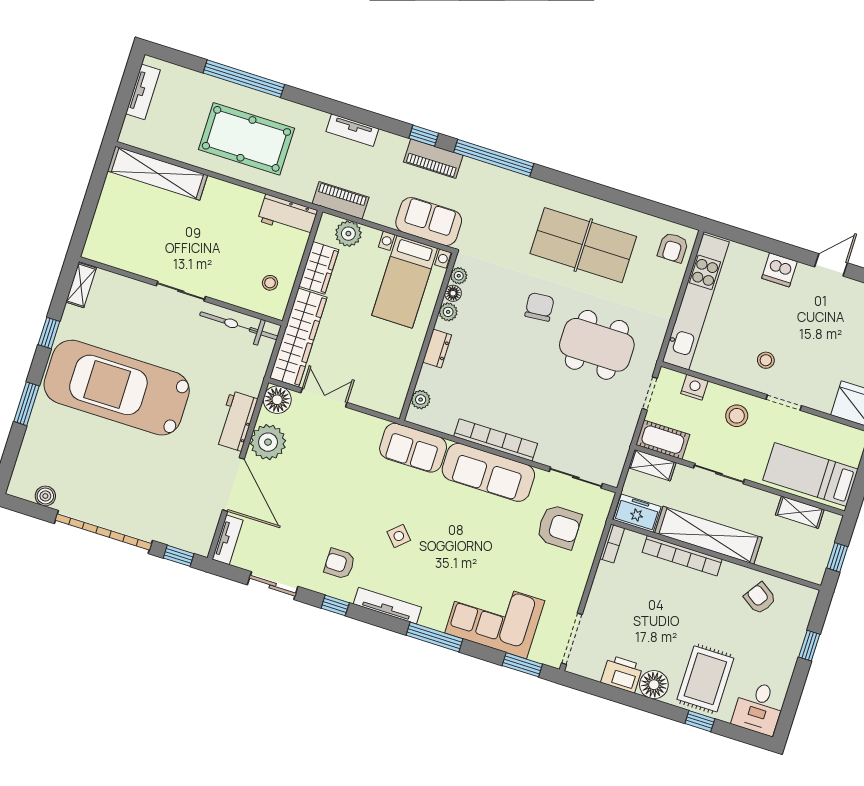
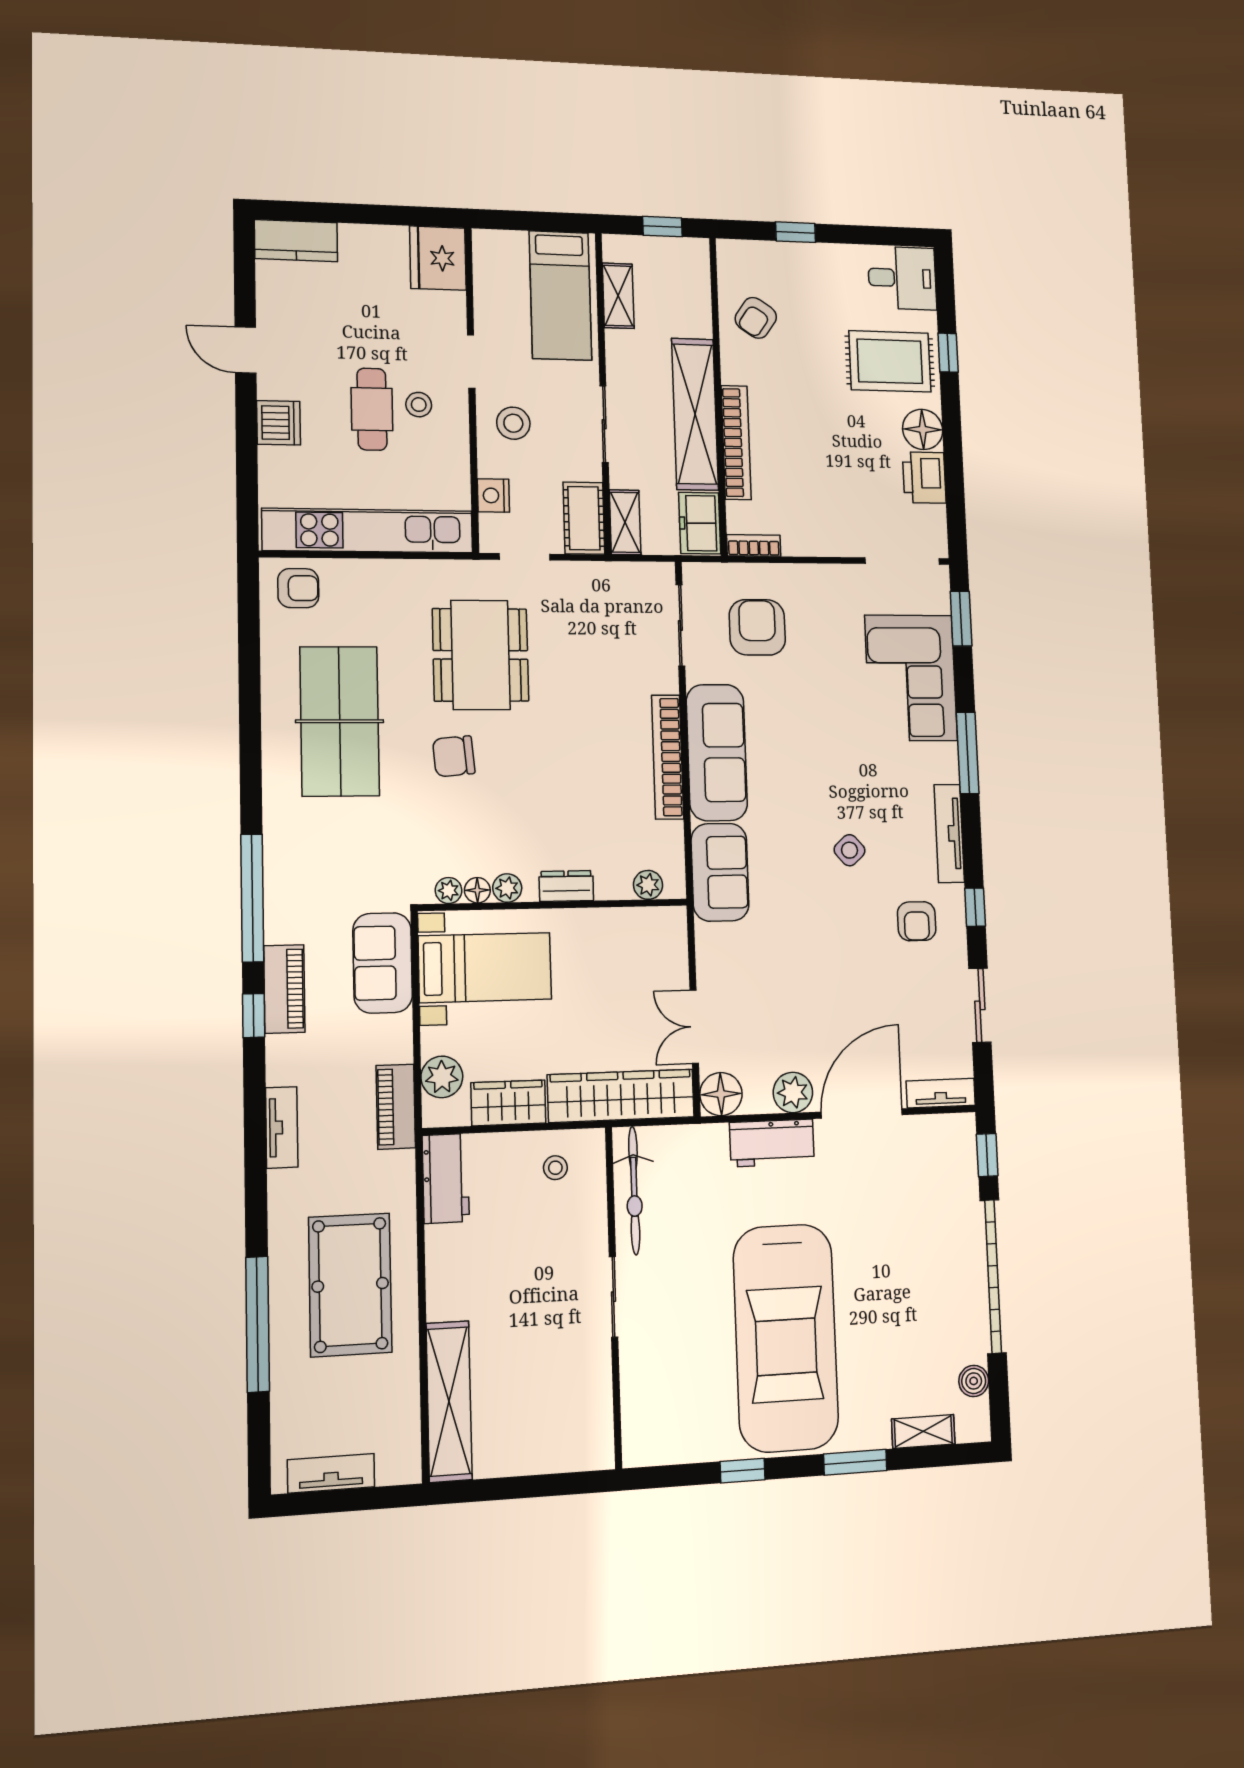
shelving: (81, 285) -> (923, 1431), moved
cafe table: (771, 330) -> (372, 409), added
plant: (268, 442) -> (793, 1092), width x0.73, depth x0.73

